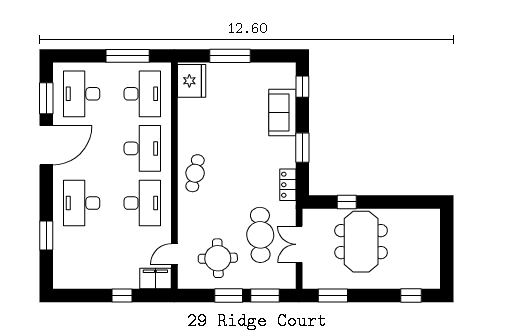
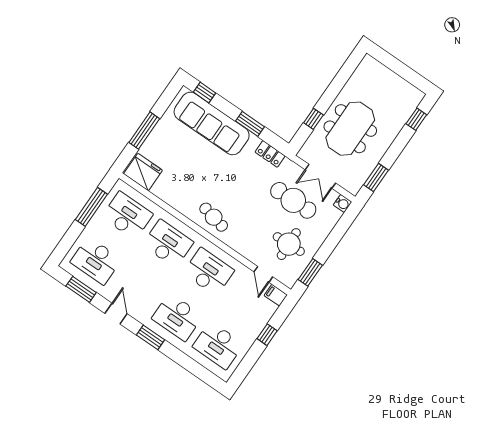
sofa: (282, 113) -> (212, 123), width x1.85, depth x1.27
door: (46, 145) -> (116, 314), width x0.53
window: (46, 236) -> (150, 337), moved
meeting table: (361, 242) -> (350, 129), turned 90
desk: (82, 258) -> (218, 345), added
filing cabinet: (155, 279) -> (276, 295), width x0.50
water cooler: (288, 282) -> (343, 203), added
window: (229, 296) -> (310, 272), moved
window: (265, 296) -> (341, 228), removed

